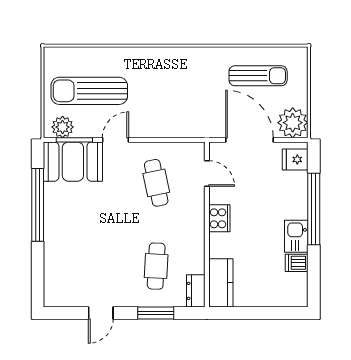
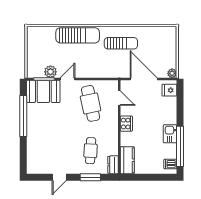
sun lounger: (258, 76) -> (121, 43), moved
sun lounger: (89, 91) -> (78, 35), moved, turned 180
plant: (293, 123) -> (172, 73), width x0.53, depth x0.53
plant: (63, 127) -> (50, 72), moved
cafe table: (156, 183) -> (91, 103), width x1.37, depth x1.35
window: (314, 209) -> (180, 146), moved
dishwasher: (297, 263) -> (170, 164), moved

